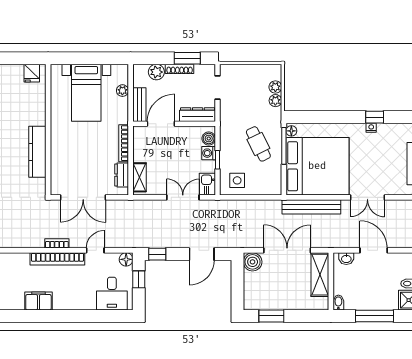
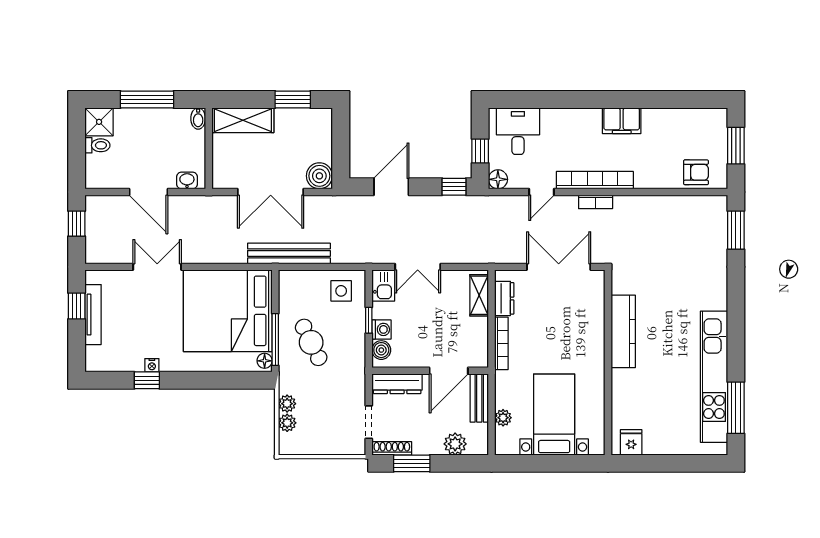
shoe rack: (180, 69) -> (392, 448), moved
bench: (311, 207) -> (289, 253), moved
shelving: (320, 275) -> (243, 120), moved, turned 90

